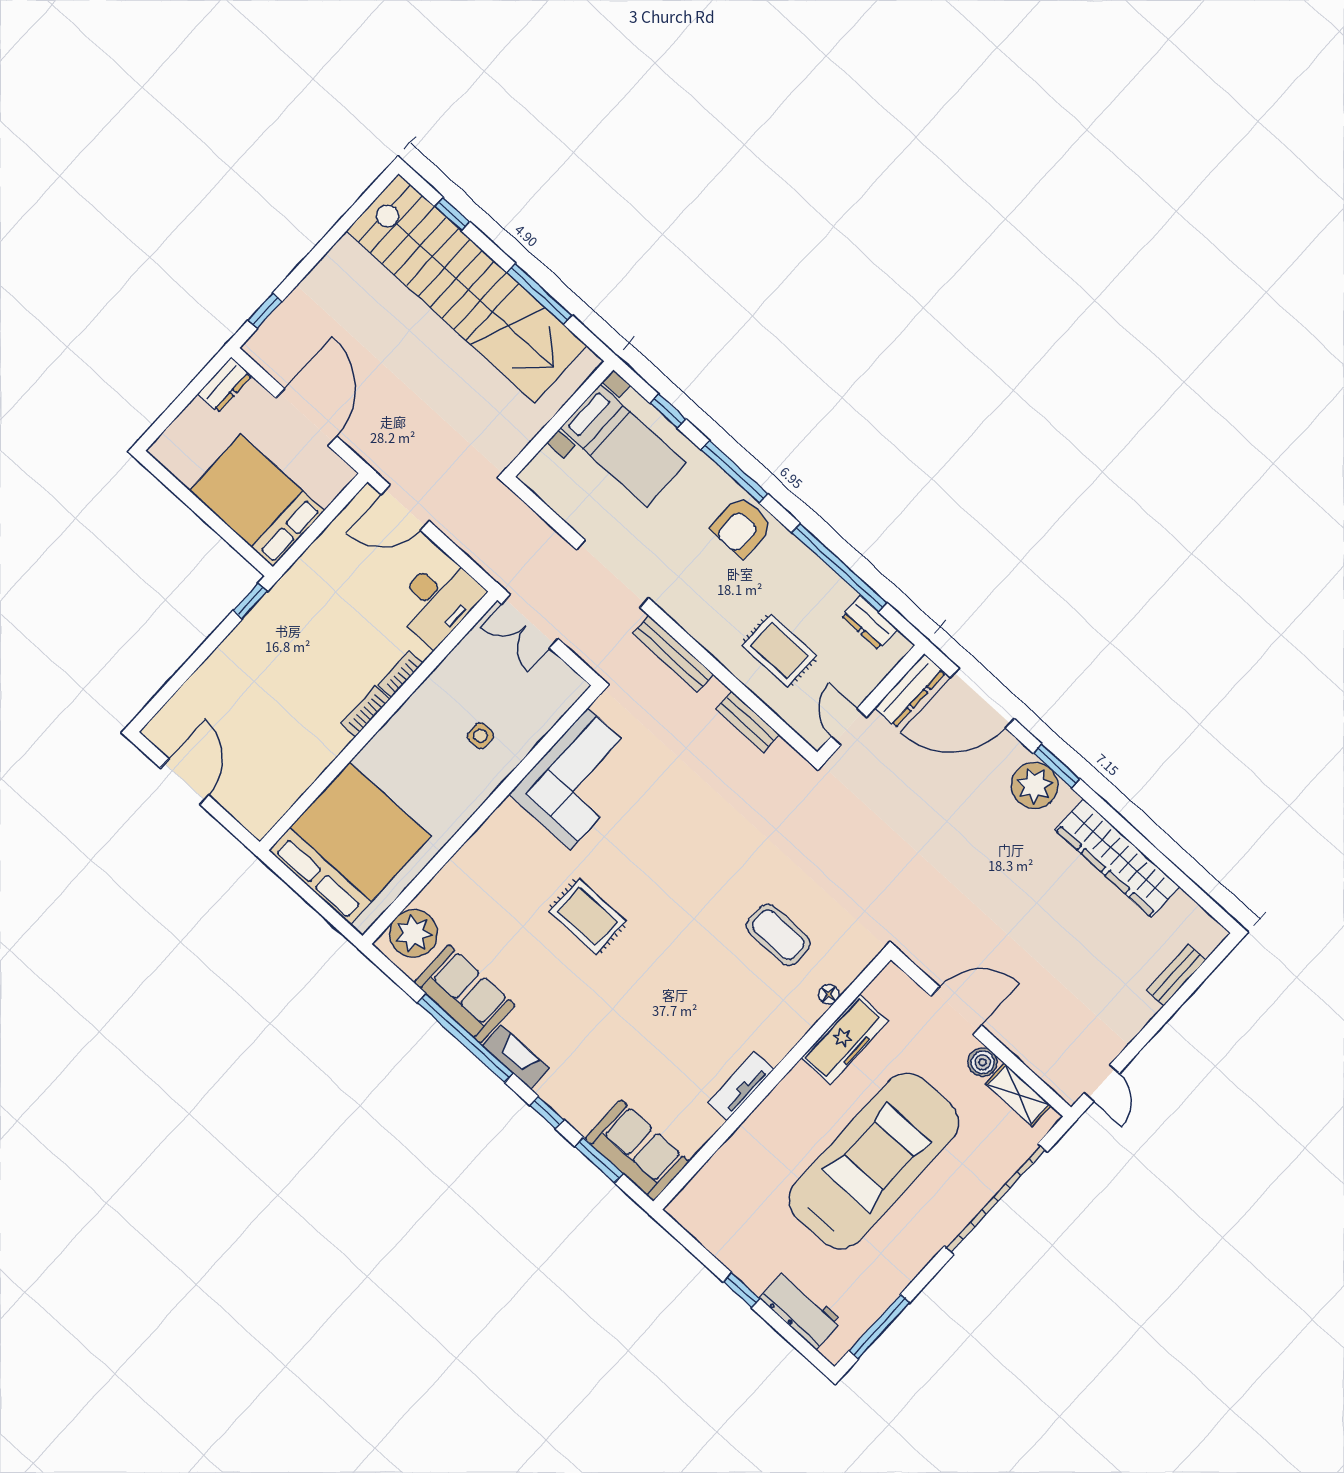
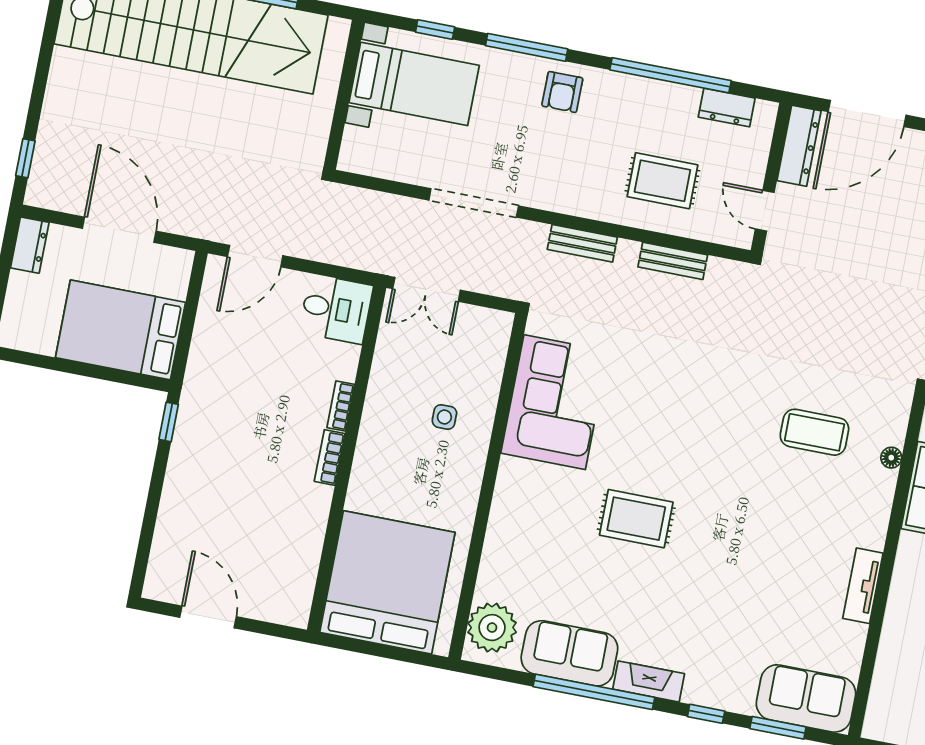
armchair: (742, 527) -> (562, 92), width x0.72, depth x0.72
desk: (438, 600) -> (336, 309), width x0.73
bench: (673, 654) -> (582, 243), width x0.73

